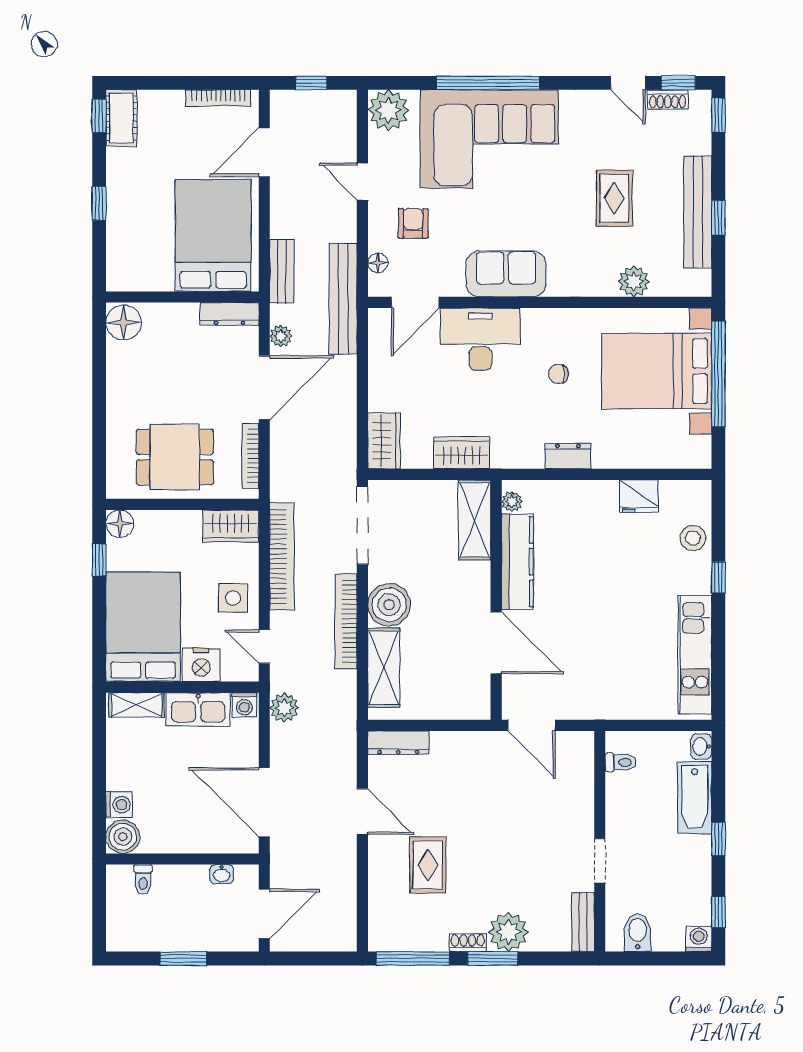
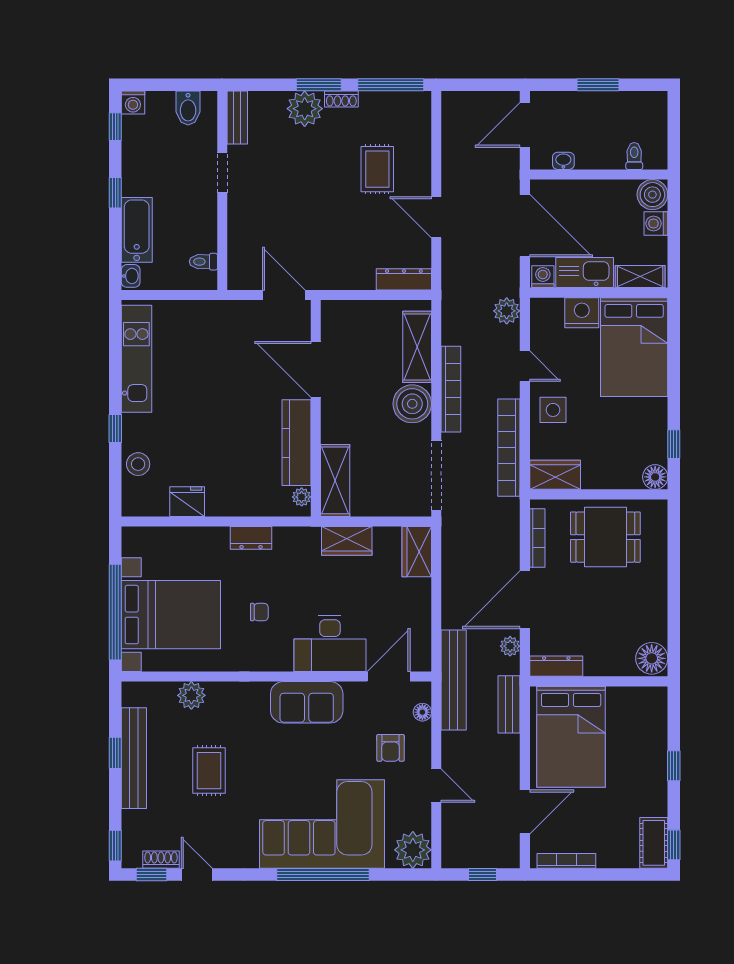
bed: (143, 627) -> (634, 347), moved
nightstand: (201, 665) -> (582, 313), moved
wall: (182, 687) -> (599, 293), moved
shelving: (136, 705) -> (640, 277), moved
washing machine: (244, 705) -> (543, 277), moved
kitchen sink: (198, 709) -> (585, 273), moved

